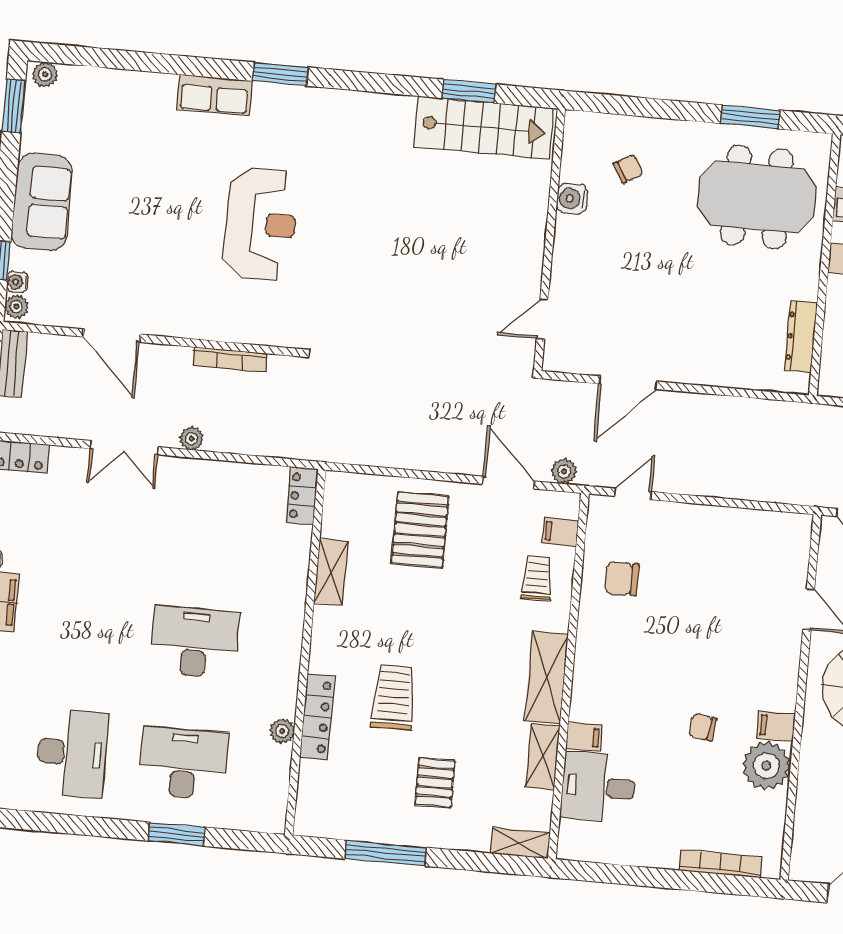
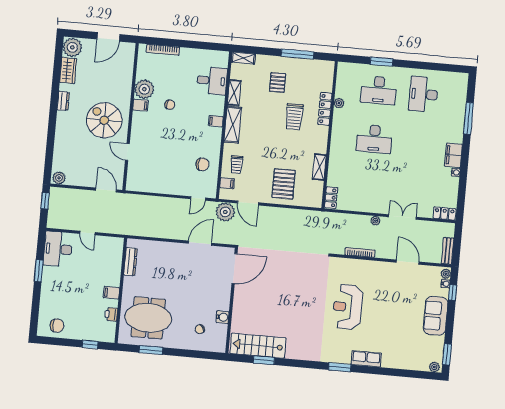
door: (542, 319) -> (234, 269), width x1.87
plant: (564, 471) -> (225, 212), width x1.88, depth x1.88
filing cabinet: (584, 737) -> (216, 121), moved

